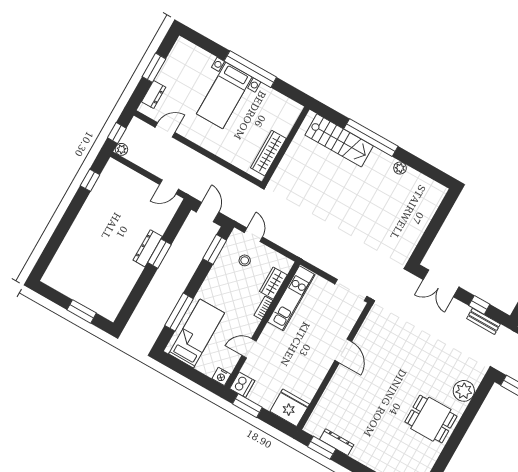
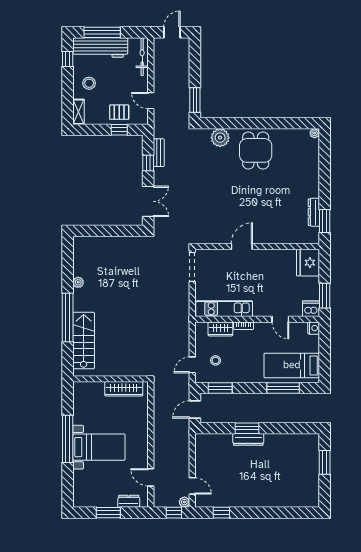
door: (169, 187) -> (192, 486), moved

